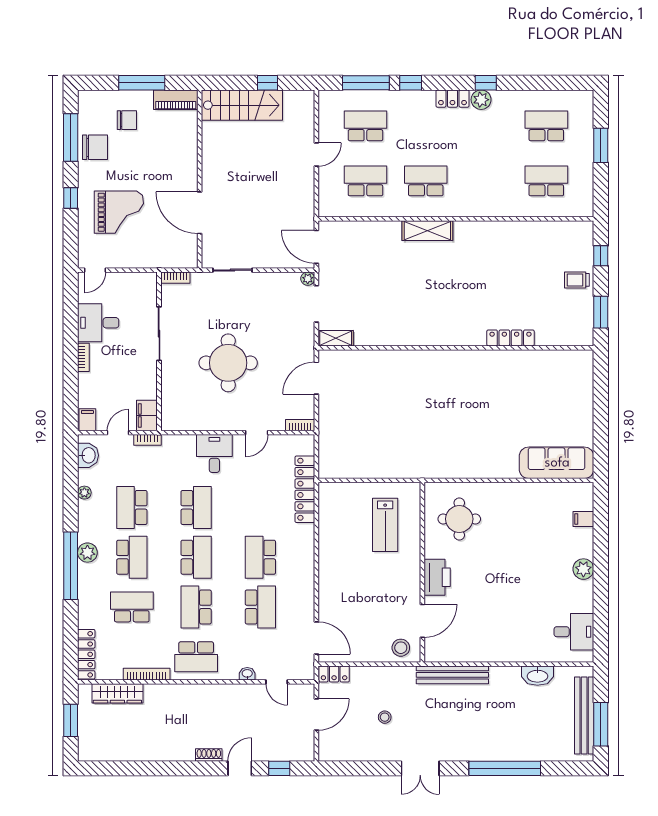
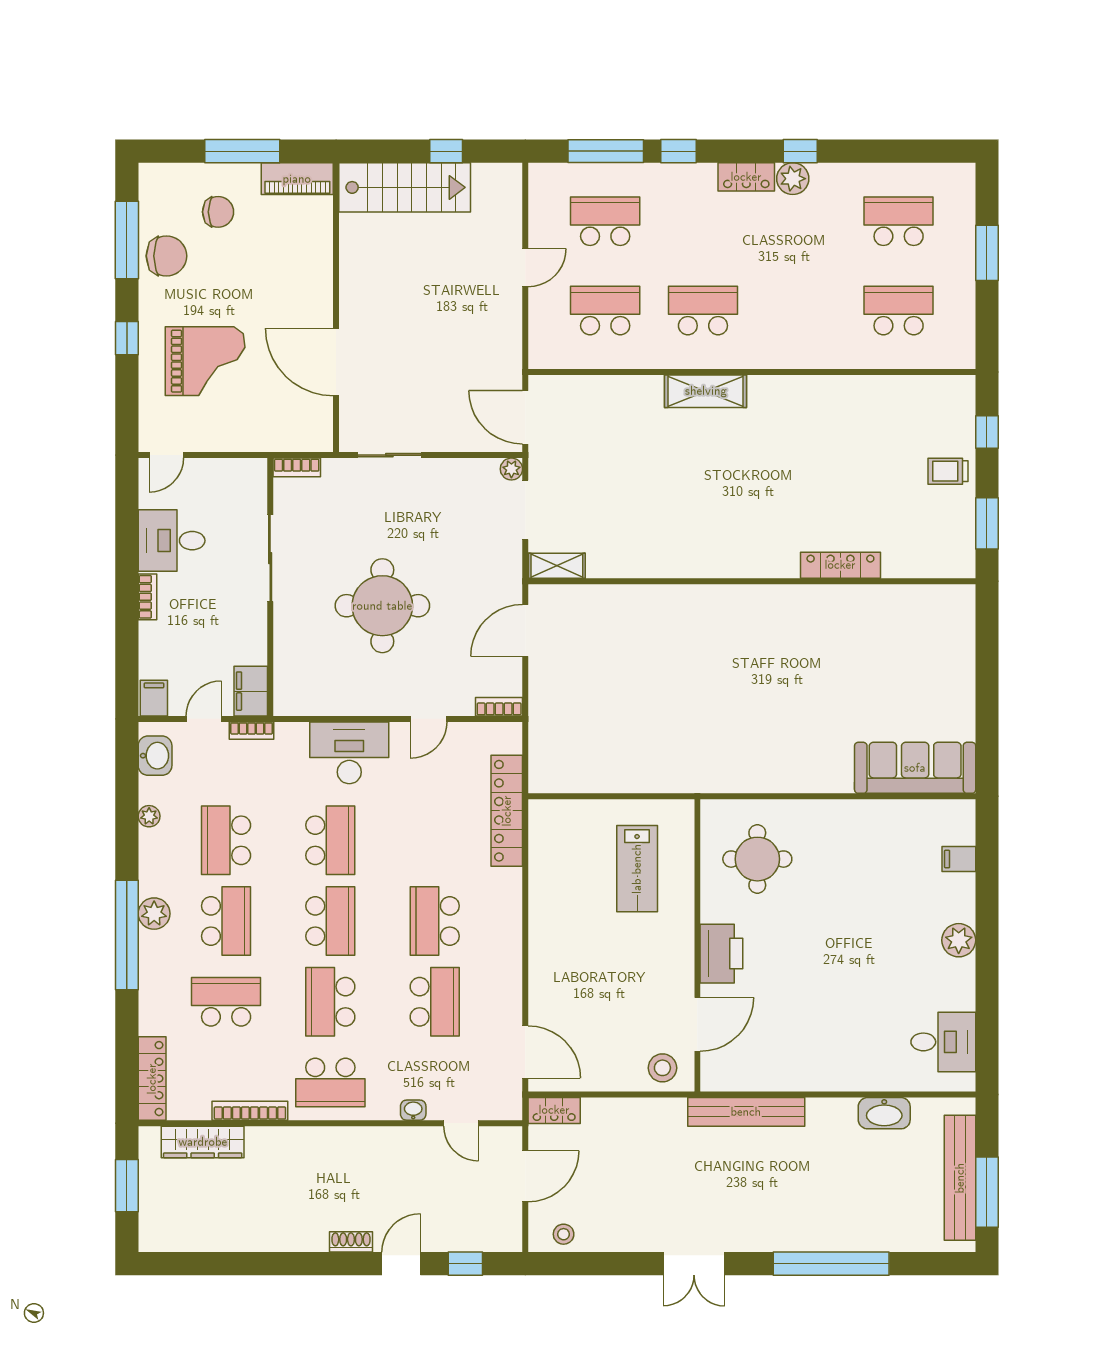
desk: (214, 454) -> (349, 753), width x1.37
stool: (385, 717) -> (564, 1234), moved

